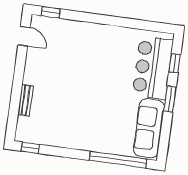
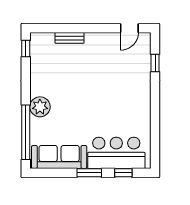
window: (51, 12) -> (155, 63), moved
plant: (94, 141) -> (40, 107), added

